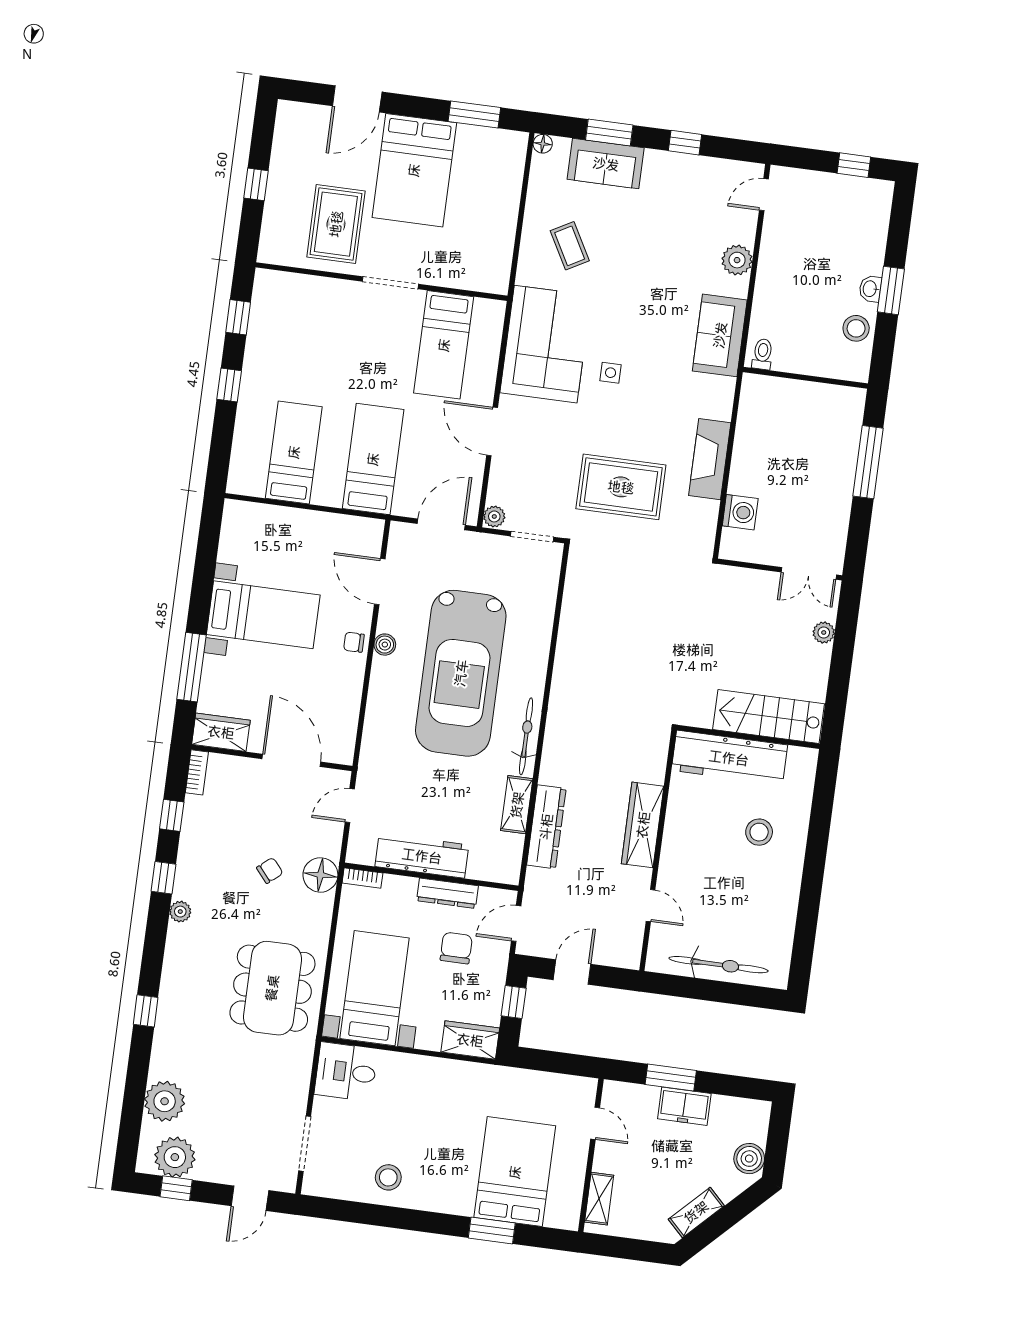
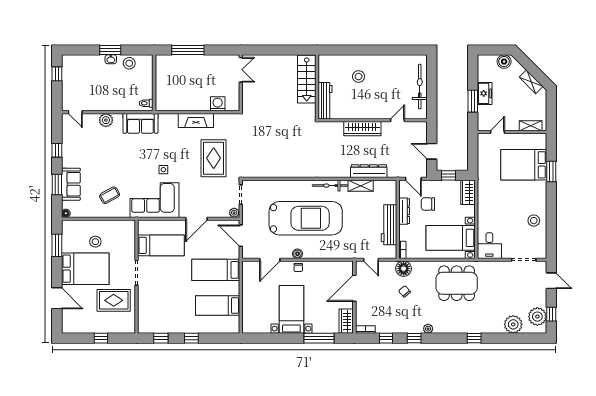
stool: (471, 201) -> (95, 242), added
plant: (824, 633) -> (266, 60), removed
workbench: (729, 758) -> (325, 101), width x0.73, depth x0.76

